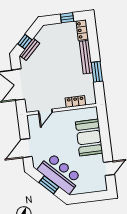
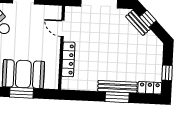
window: (97, 72) -> (117, 97), moved
locker: (75, 102) -> (68, 59), width x1.53
window: (105, 136) -> (21, 93), added

